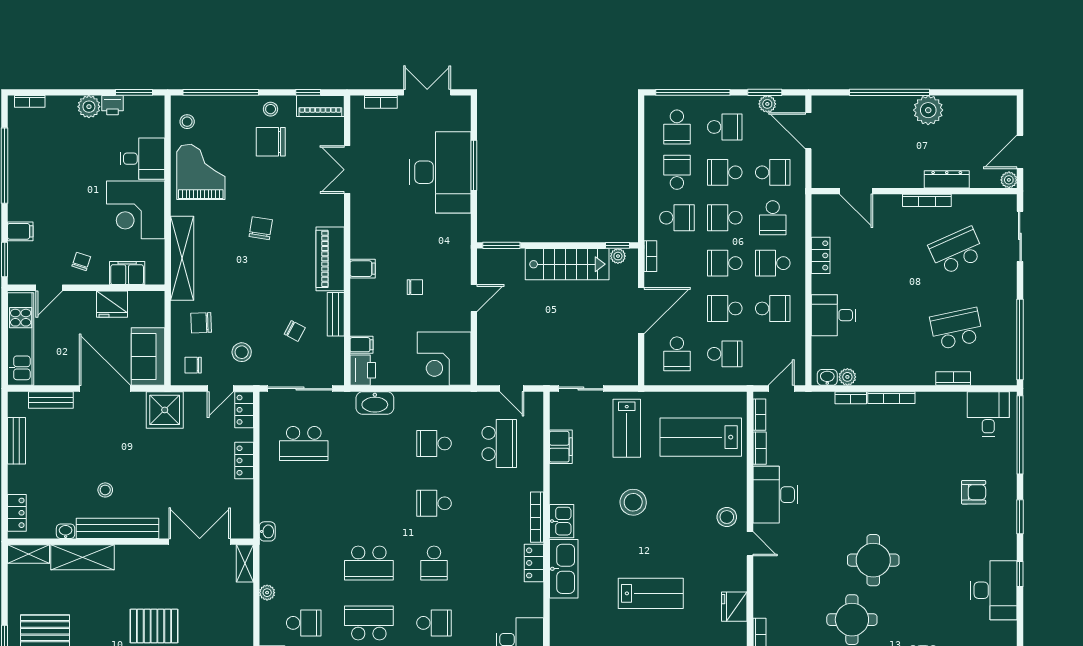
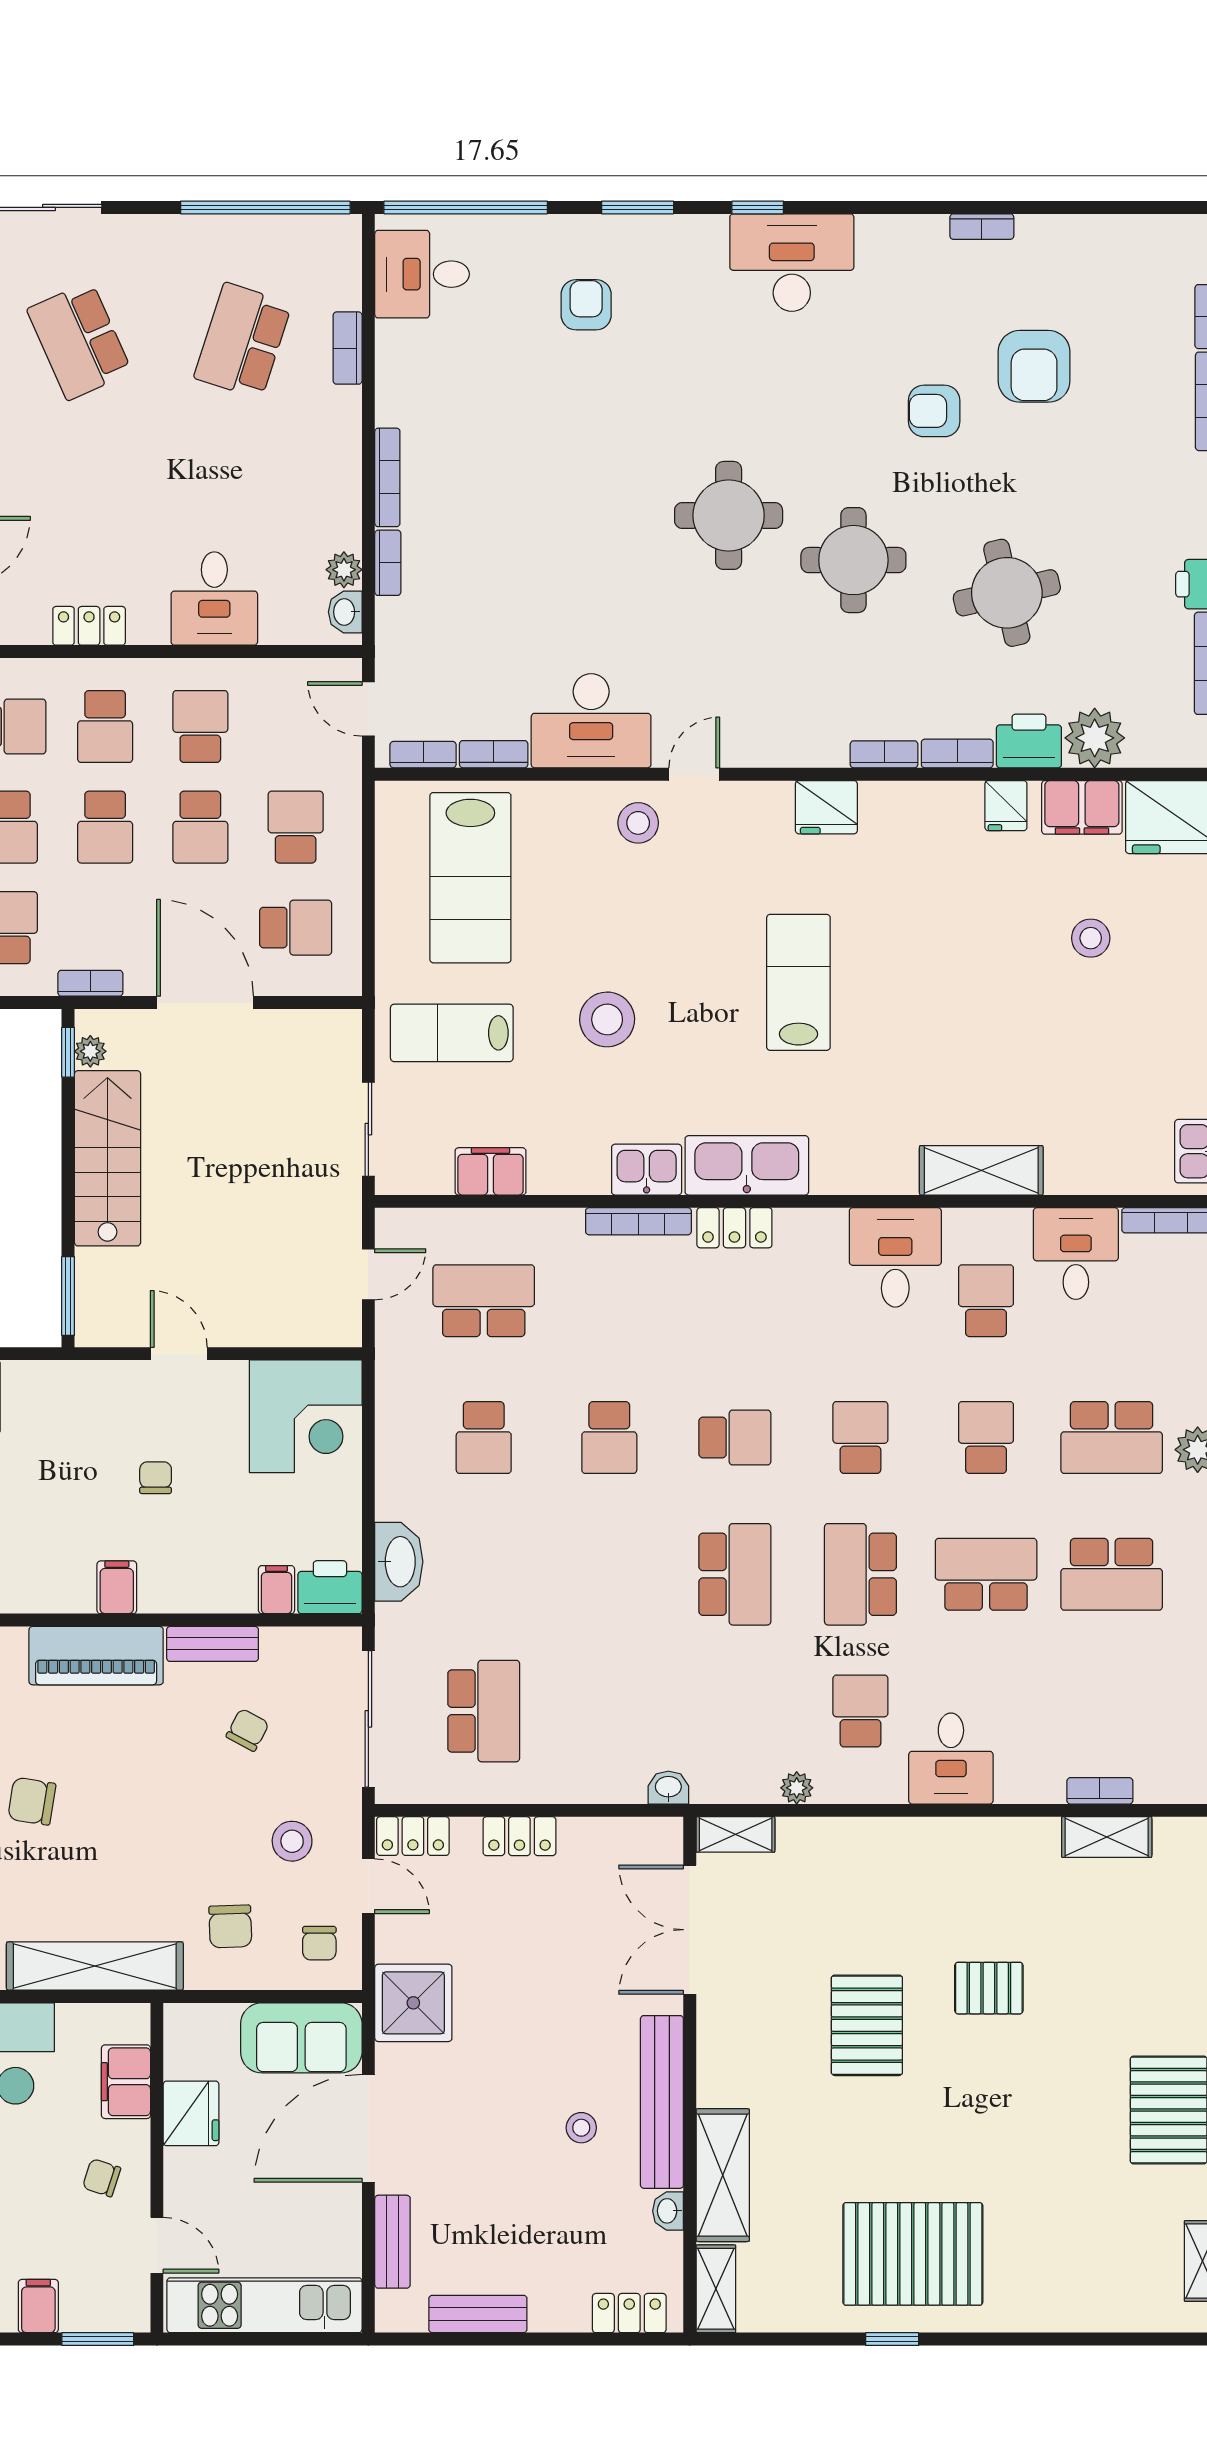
school desk: (956, 329) -> (243, 341), turned 30
lab bench: (627, 428) -> (452, 1033), turned 180

